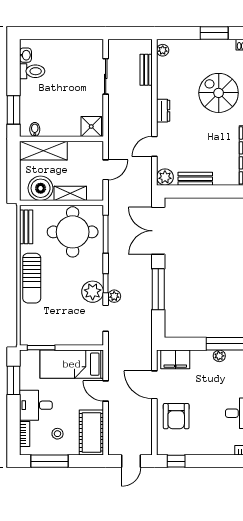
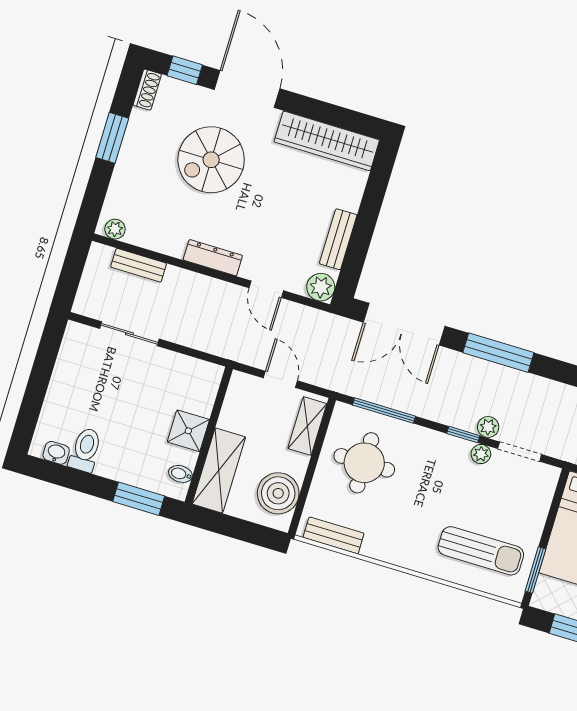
dresser: (163, 111) -> (213, 258), width x1.44
shower: (91, 126) -> (188, 431), moved
shelving: (70, 193) -> (307, 426), moved
round table: (73, 232) -> (364, 463), width x0.73, depth x0.73
sun lounger: (32, 278) -> (481, 551), moved
plant: (93, 292) -> (481, 454), width x0.53, depth x0.53

